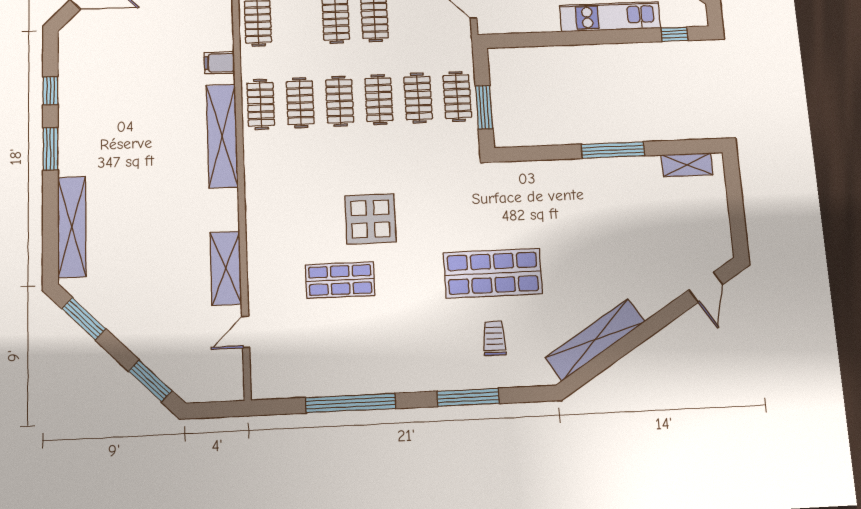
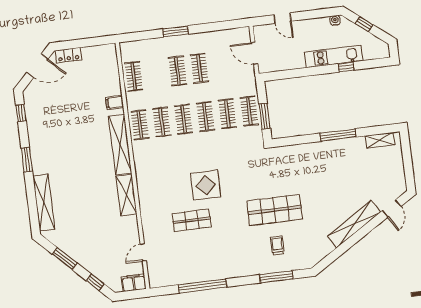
window: (674, 34) -> (346, 67), moved
window: (50, 91) -> (21, 113), moved
shelving: (226, 268) -> (126, 195), moved
window: (84, 319) -> (65, 259), moved
shelving: (595, 340) -> (354, 224), moved
window: (150, 381) -> (95, 282), width x0.67
filing cabinet: (223, 387) -> (134, 283), added
window: (468, 397) -> (276, 277), moved

